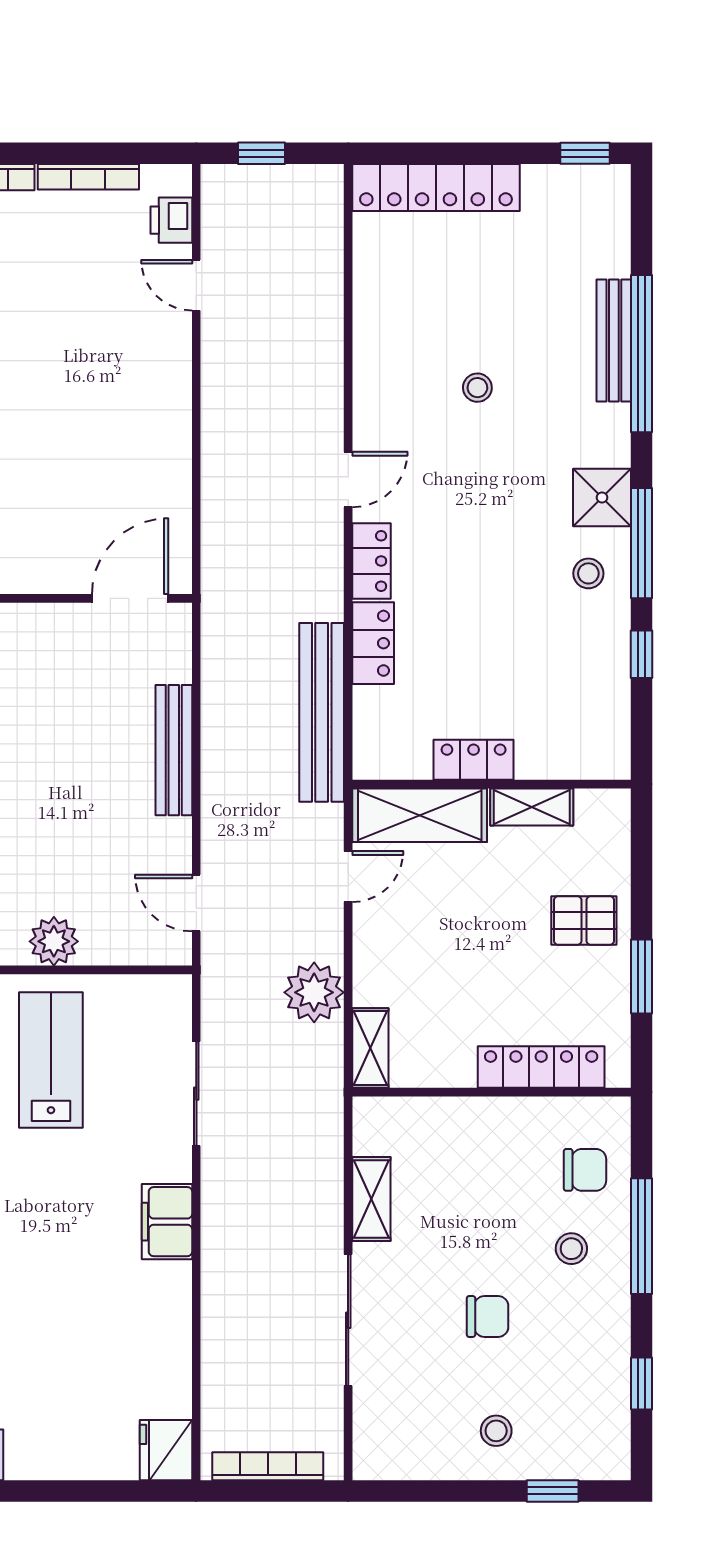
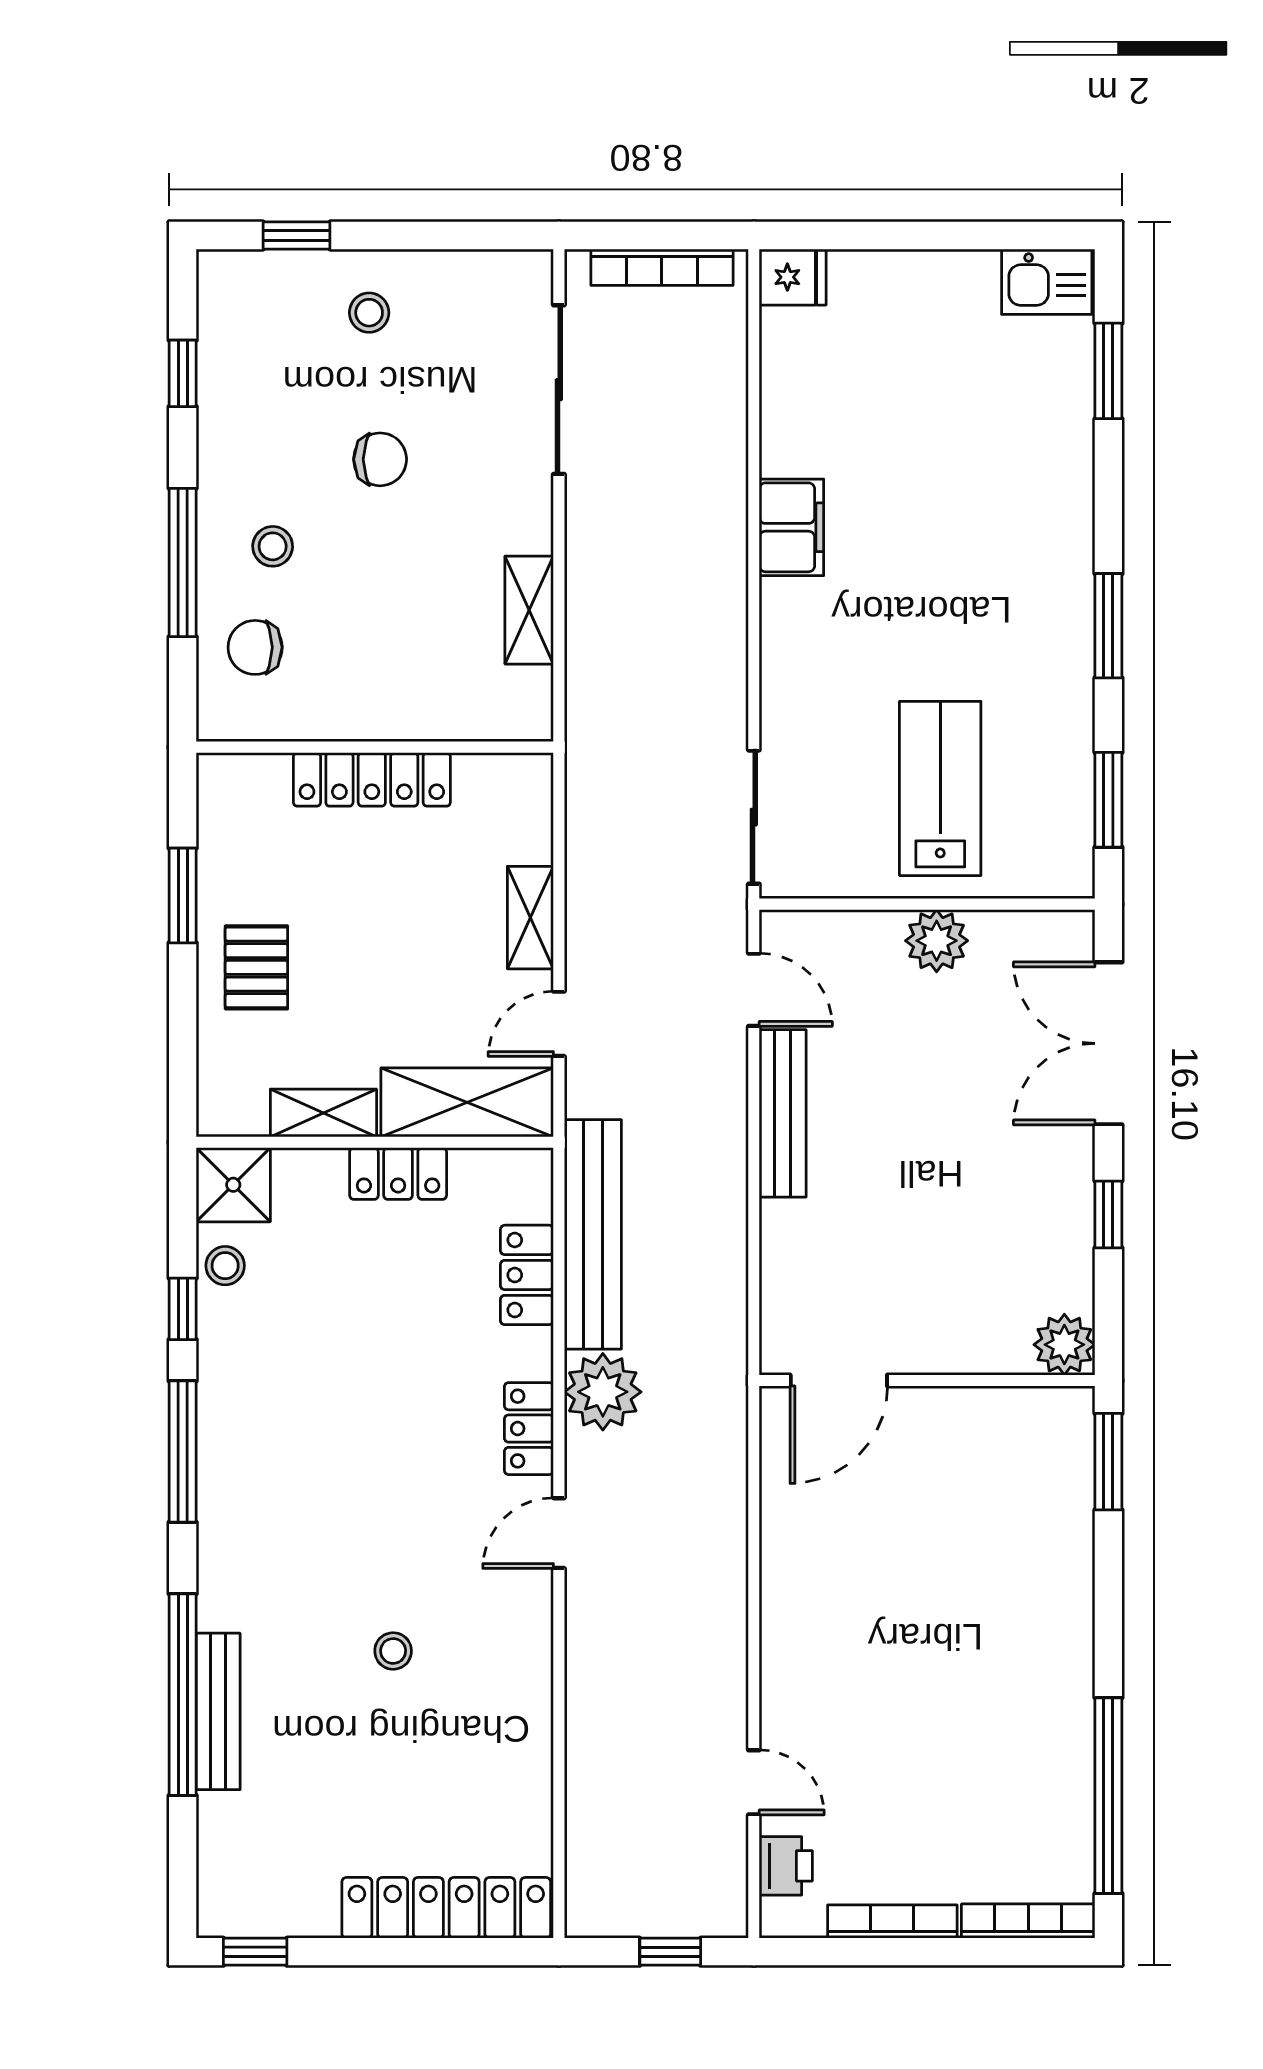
shower: (602, 498) -> (233, 1185), moved
stool: (588, 573) -> (225, 1266), moved
locker: (373, 643) -> (527, 1275), moved
bench: (174, 750) -> (783, 1113), moved
pallet: (584, 920) -> (256, 967), turned 90
plant: (314, 992) -> (603, 1392), moved
shelving: (370, 1048) -> (530, 918), moved
lab bench: (51, 1060) -> (940, 788), turned 180
locker: (541, 1067) -> (372, 779), moved
sliding door: (196, 1094) -> (754, 817), moved
filing cabinet: (167, 1222) -> (791, 527), moved
chair: (488, 1316) -> (380, 459), turned 180
sliding door: (348, 1320) -> (559, 390), moved
fridge: (166, 1450) -> (793, 277), width x0.72

